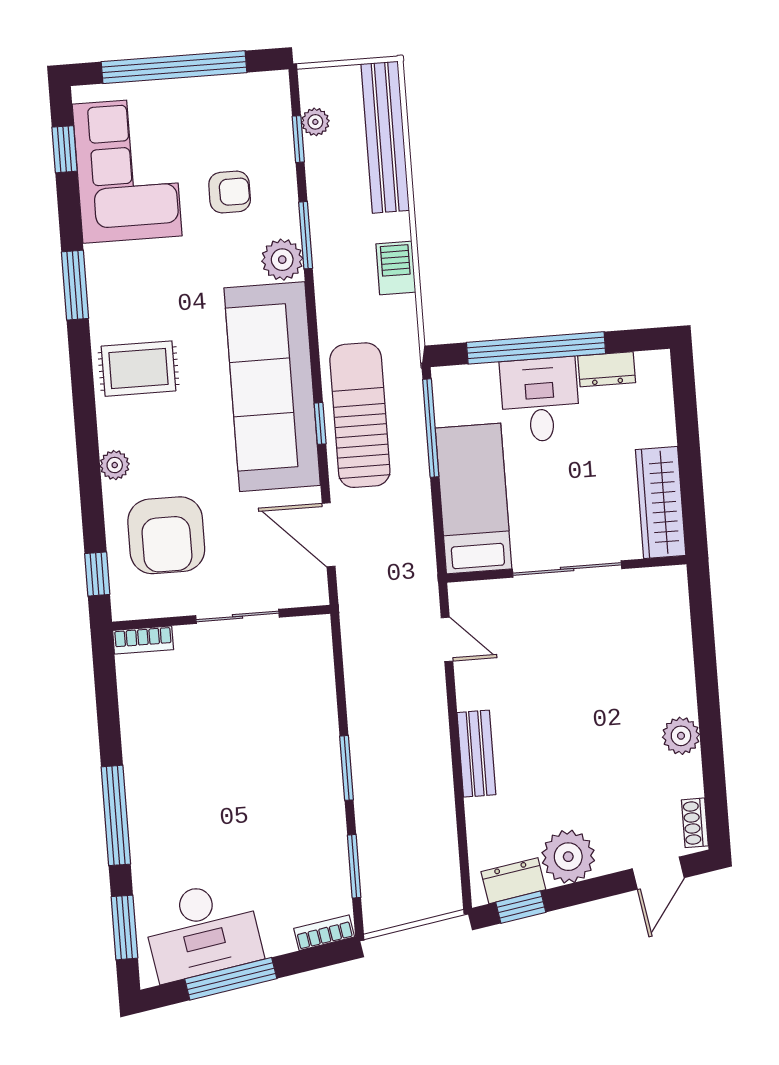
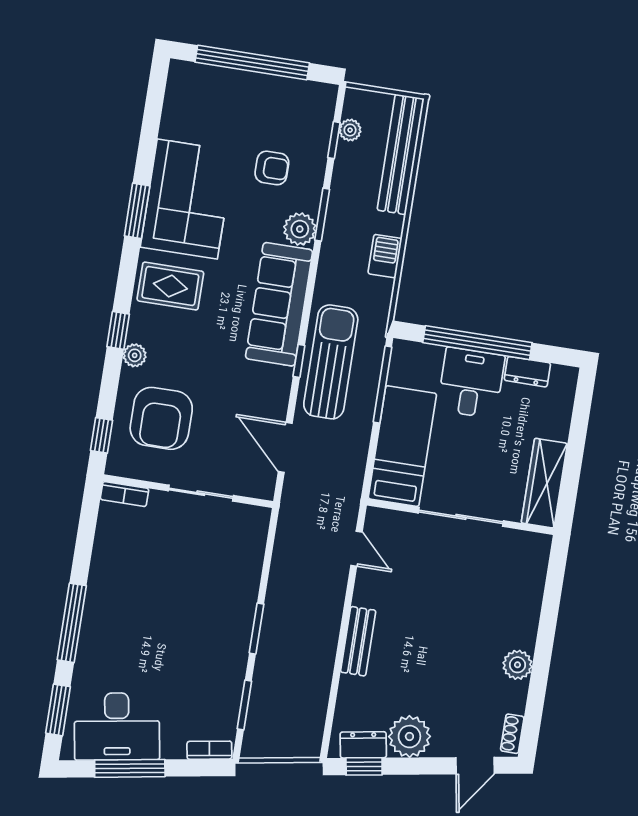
window: (65, 149) -> (118, 330), moved
corner sofa: (127, 170) -> (187, 199), moved
sofa: (272, 387) -> (279, 304), width x0.74, depth x0.79

